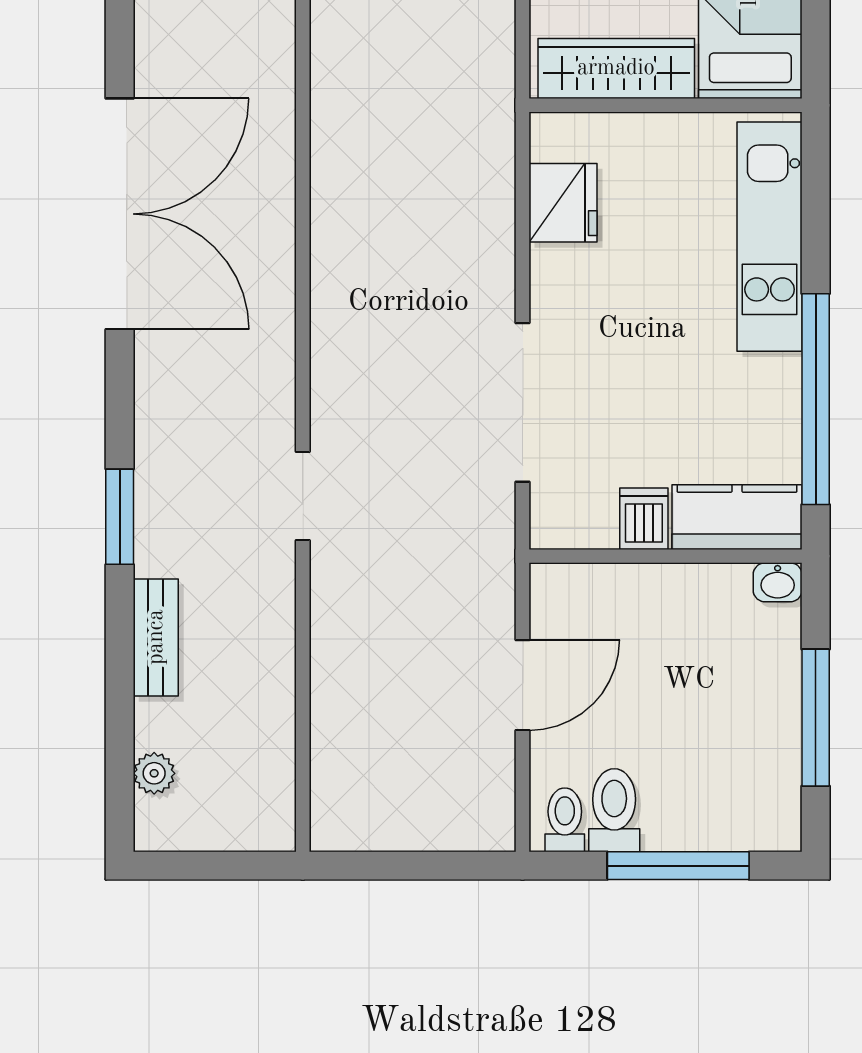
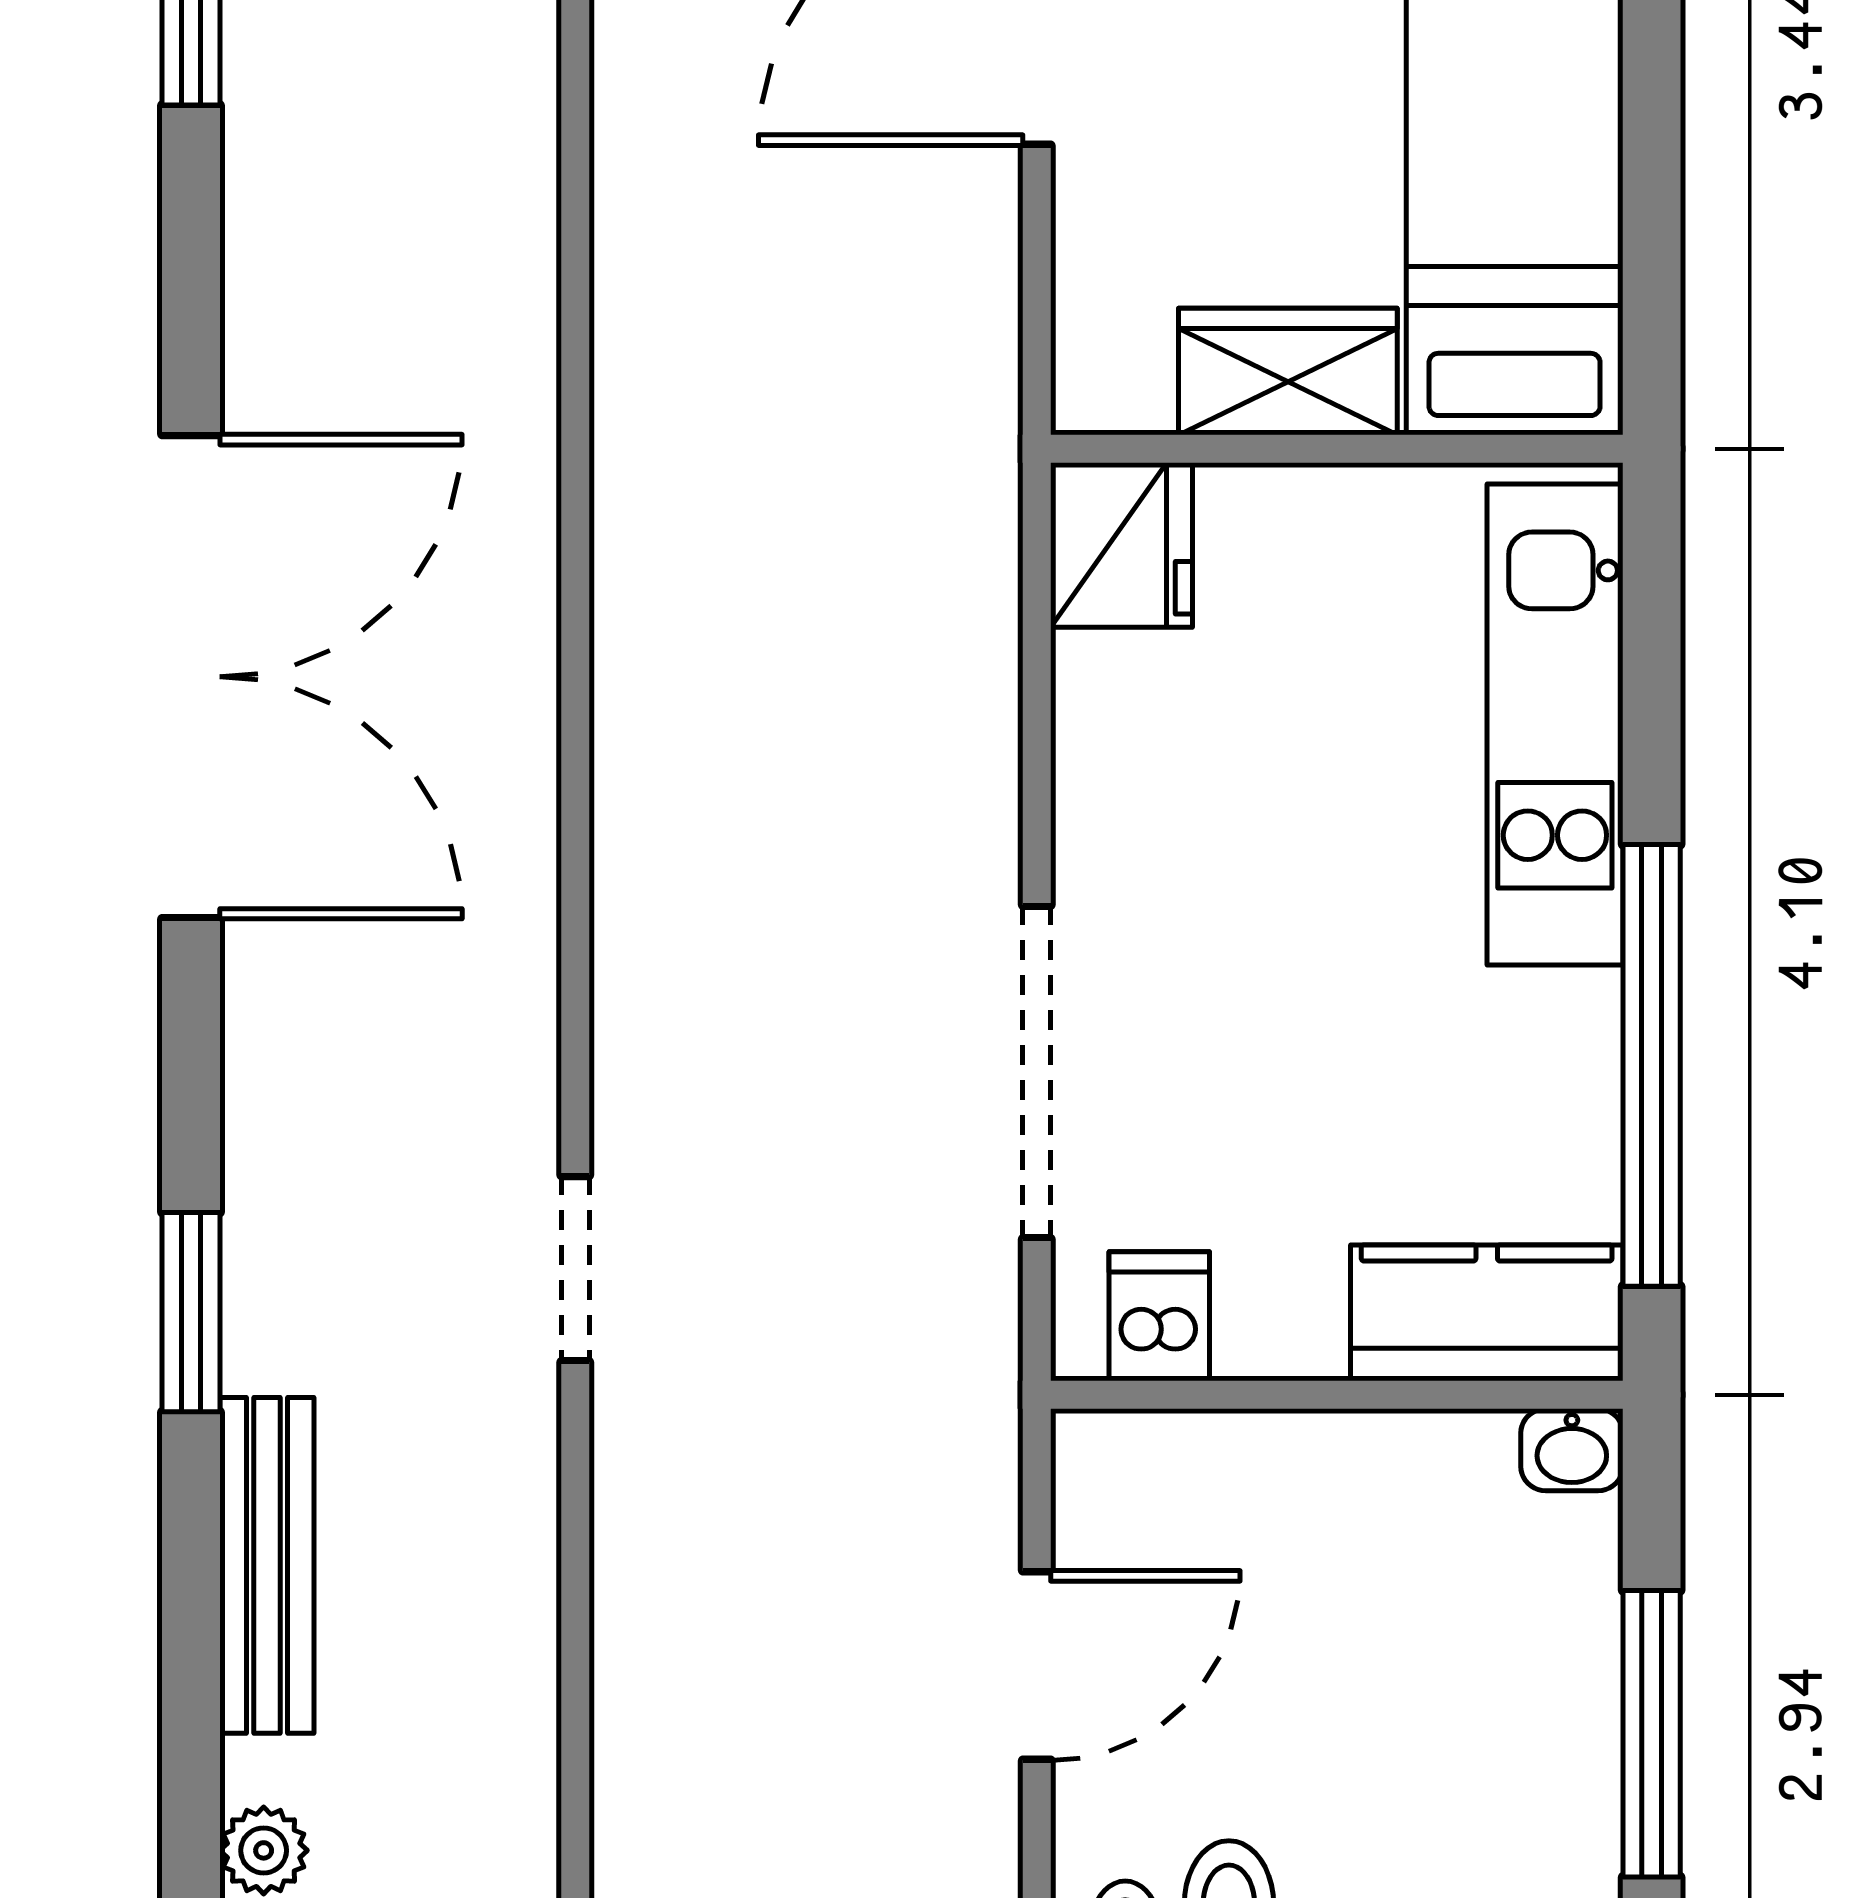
wardrobe: (616, 68) -> (1288, 372), width x0.67
fridge: (563, 203) -> (1122, 545), moved
dishwasher: (644, 519) -> (1159, 1316), moved
bench: (156, 637) -> (267, 1565), width x1.36

